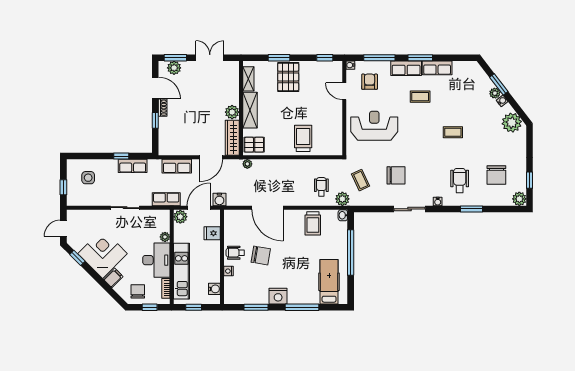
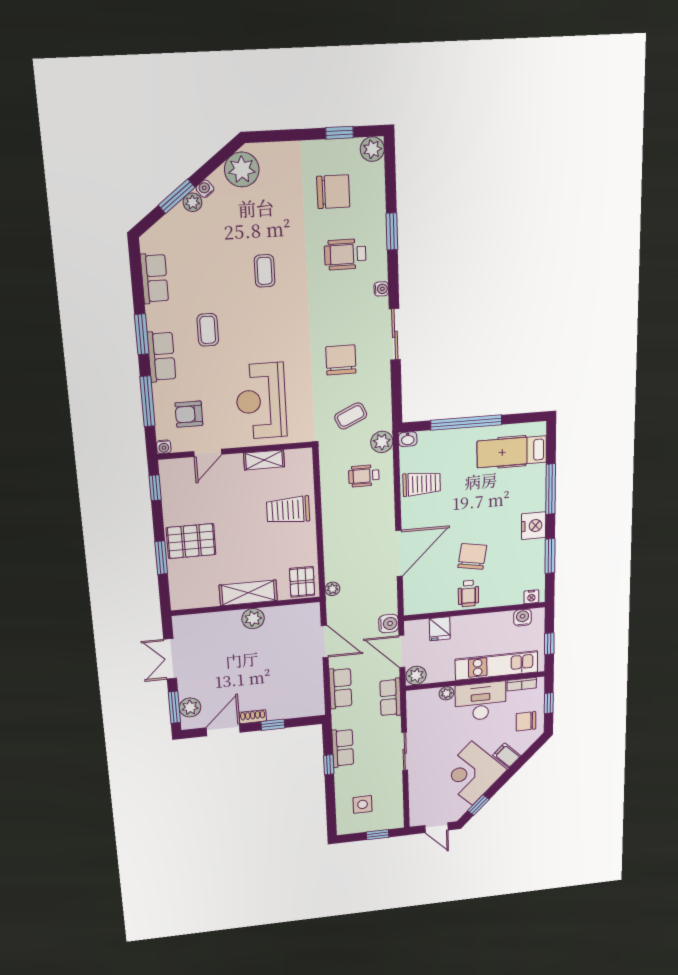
row of seats: (437, 68) -> (154, 278), moved
shelving: (248, 79) -> (264, 460), moved
wardrobe: (232, 138) -> (293, 614), removed
nightstand: (229, 271) -> (531, 597), moved

